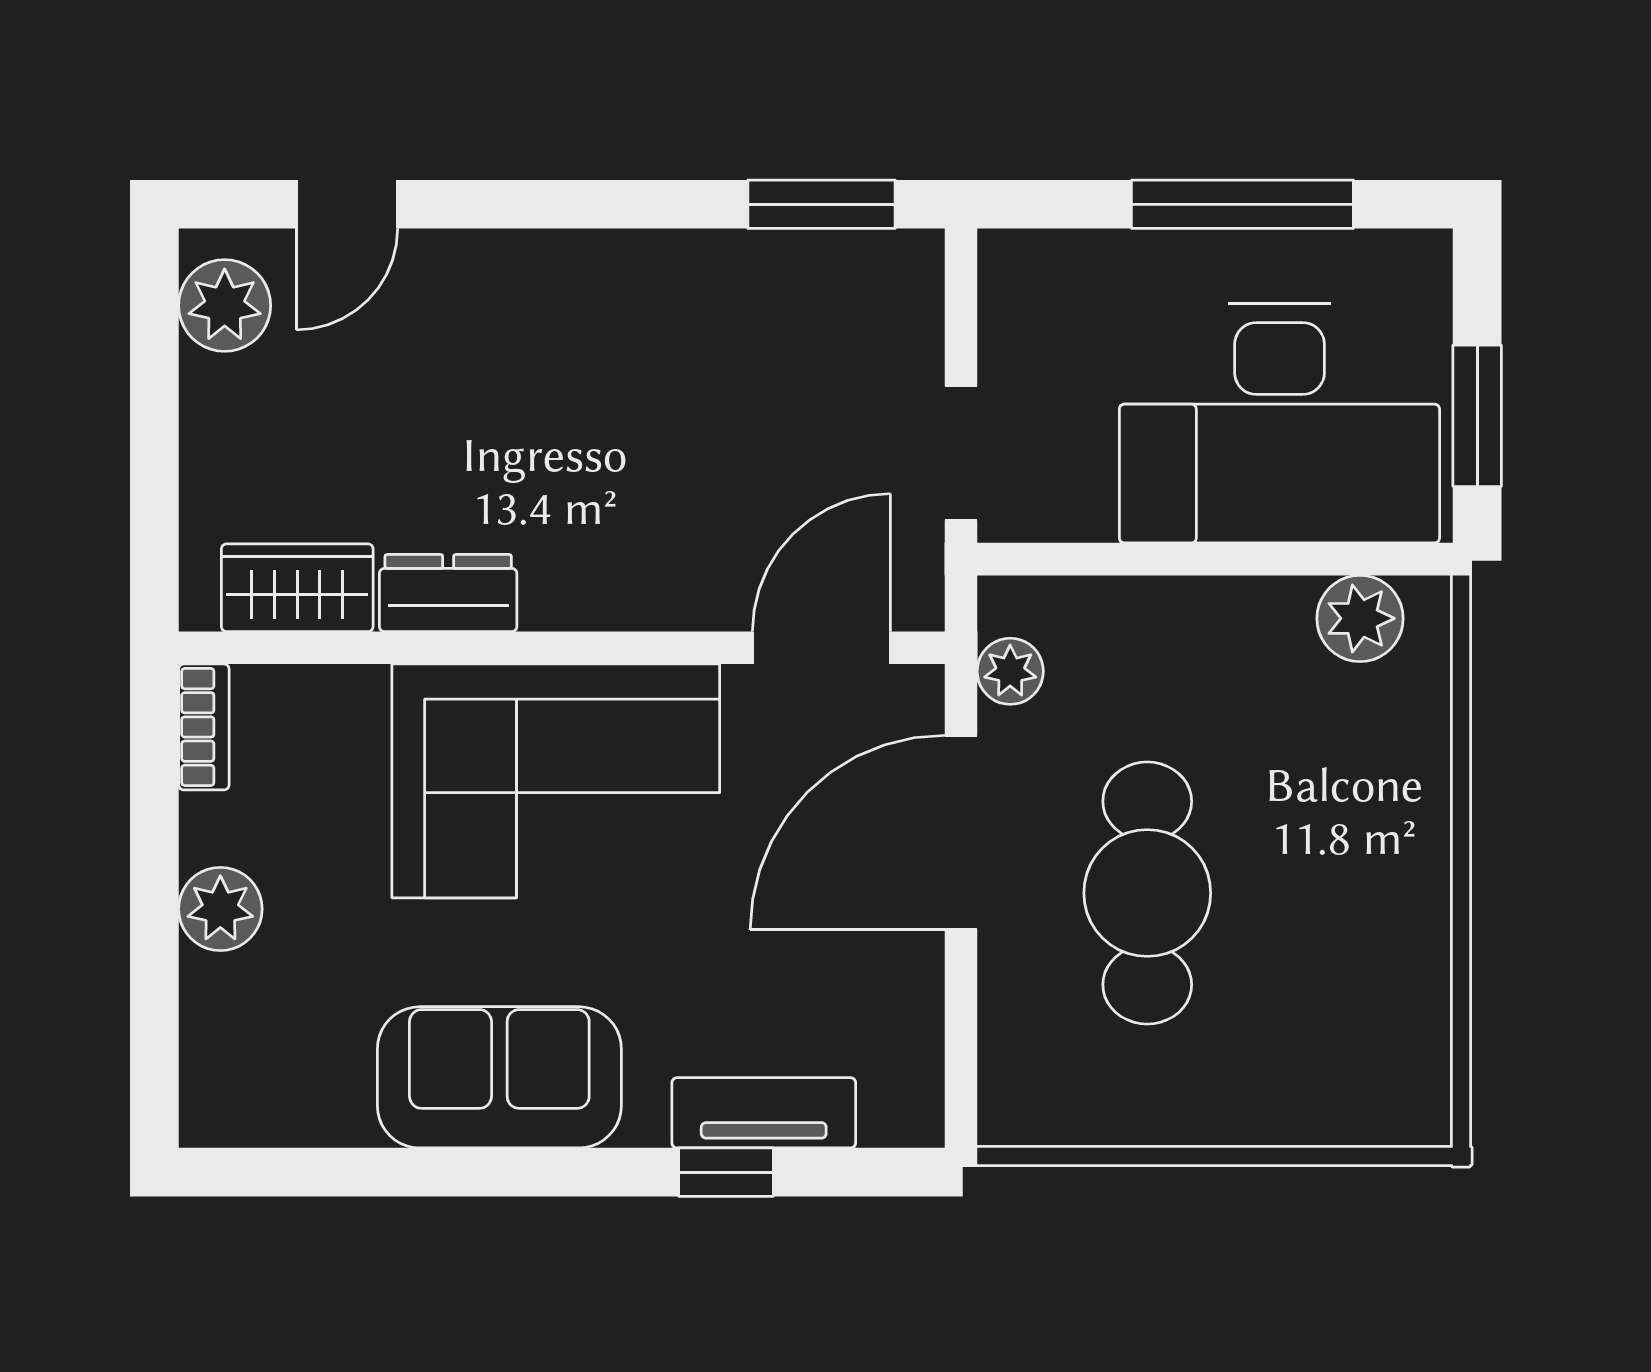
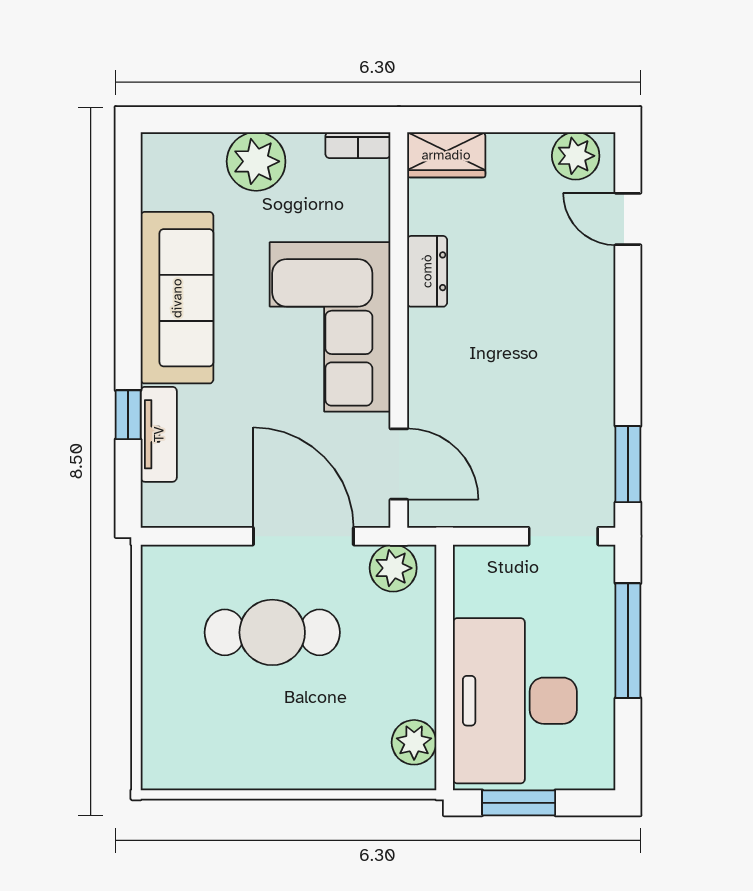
window: (1242, 204) -> (628, 641), moved
doorway: (961, 453) -> (563, 536), moved
wardrobe: (297, 588) -> (446, 155), moved, turned 90
plant: (1010, 671) -> (393, 568), width x1.38, depth x1.38
plant: (220, 909) -> (256, 161), width x1.36, depth x1.36
sofa: (499, 1077) -> (177, 298), width x1.36

